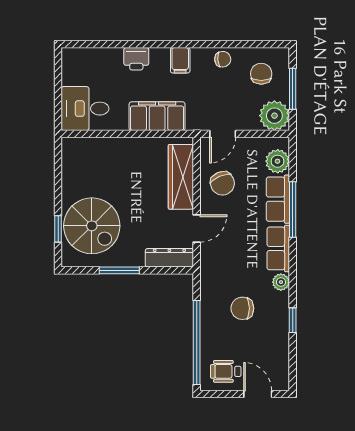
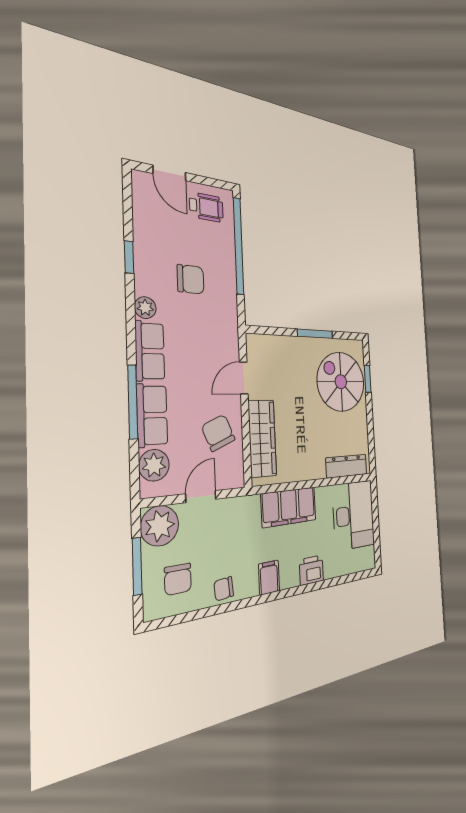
desk: (85, 109) -> (354, 515), width x1.37
door: (223, 134) -> (201, 497), moved
dresser: (169, 258) -> (347, 466), moved, turned 180

